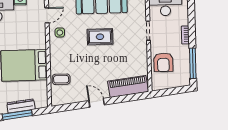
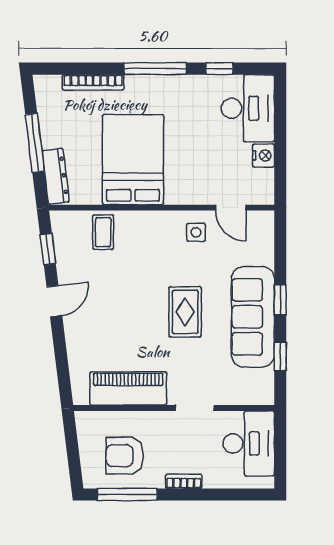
armchair: (163, 62) -> (125, 456), moved
piano: (128, 86) -> (128, 388), moved, turned -83
dresser: (21, 106) -> (56, 176), moved
window: (70, 107) -> (48, 249), added

